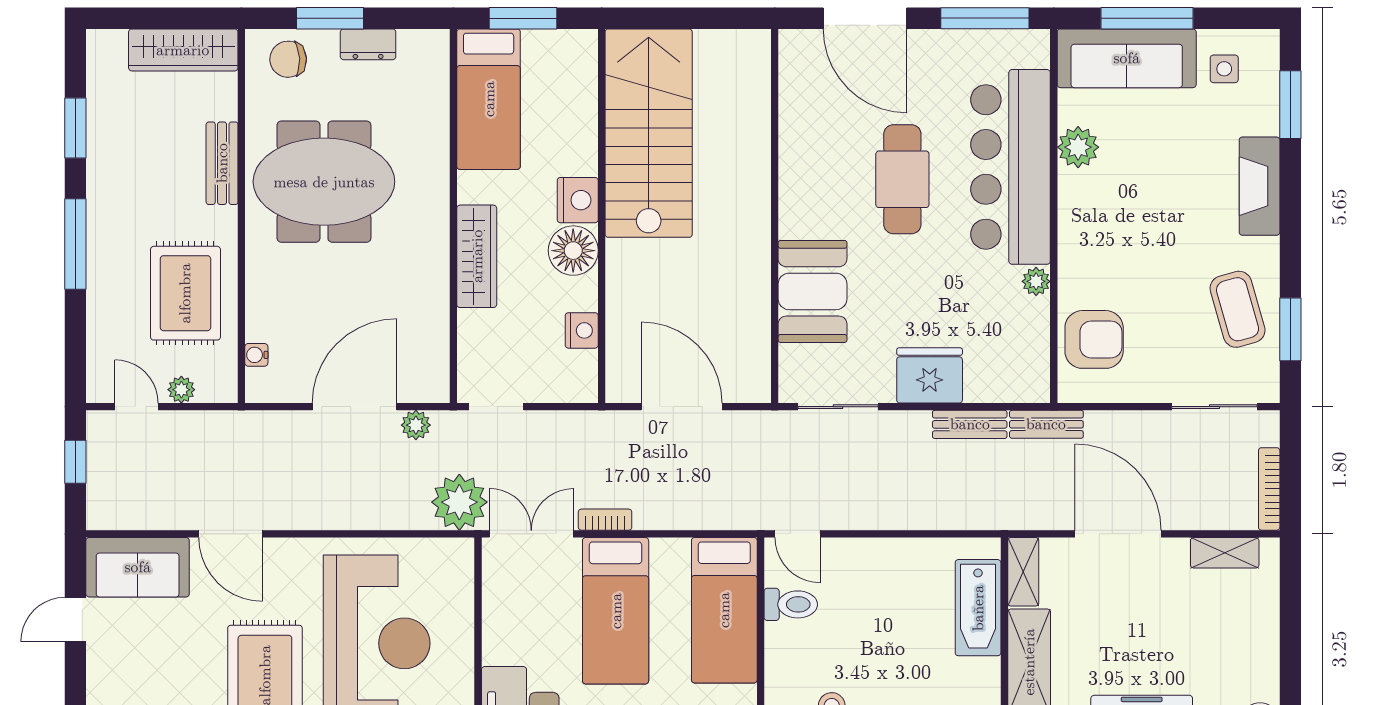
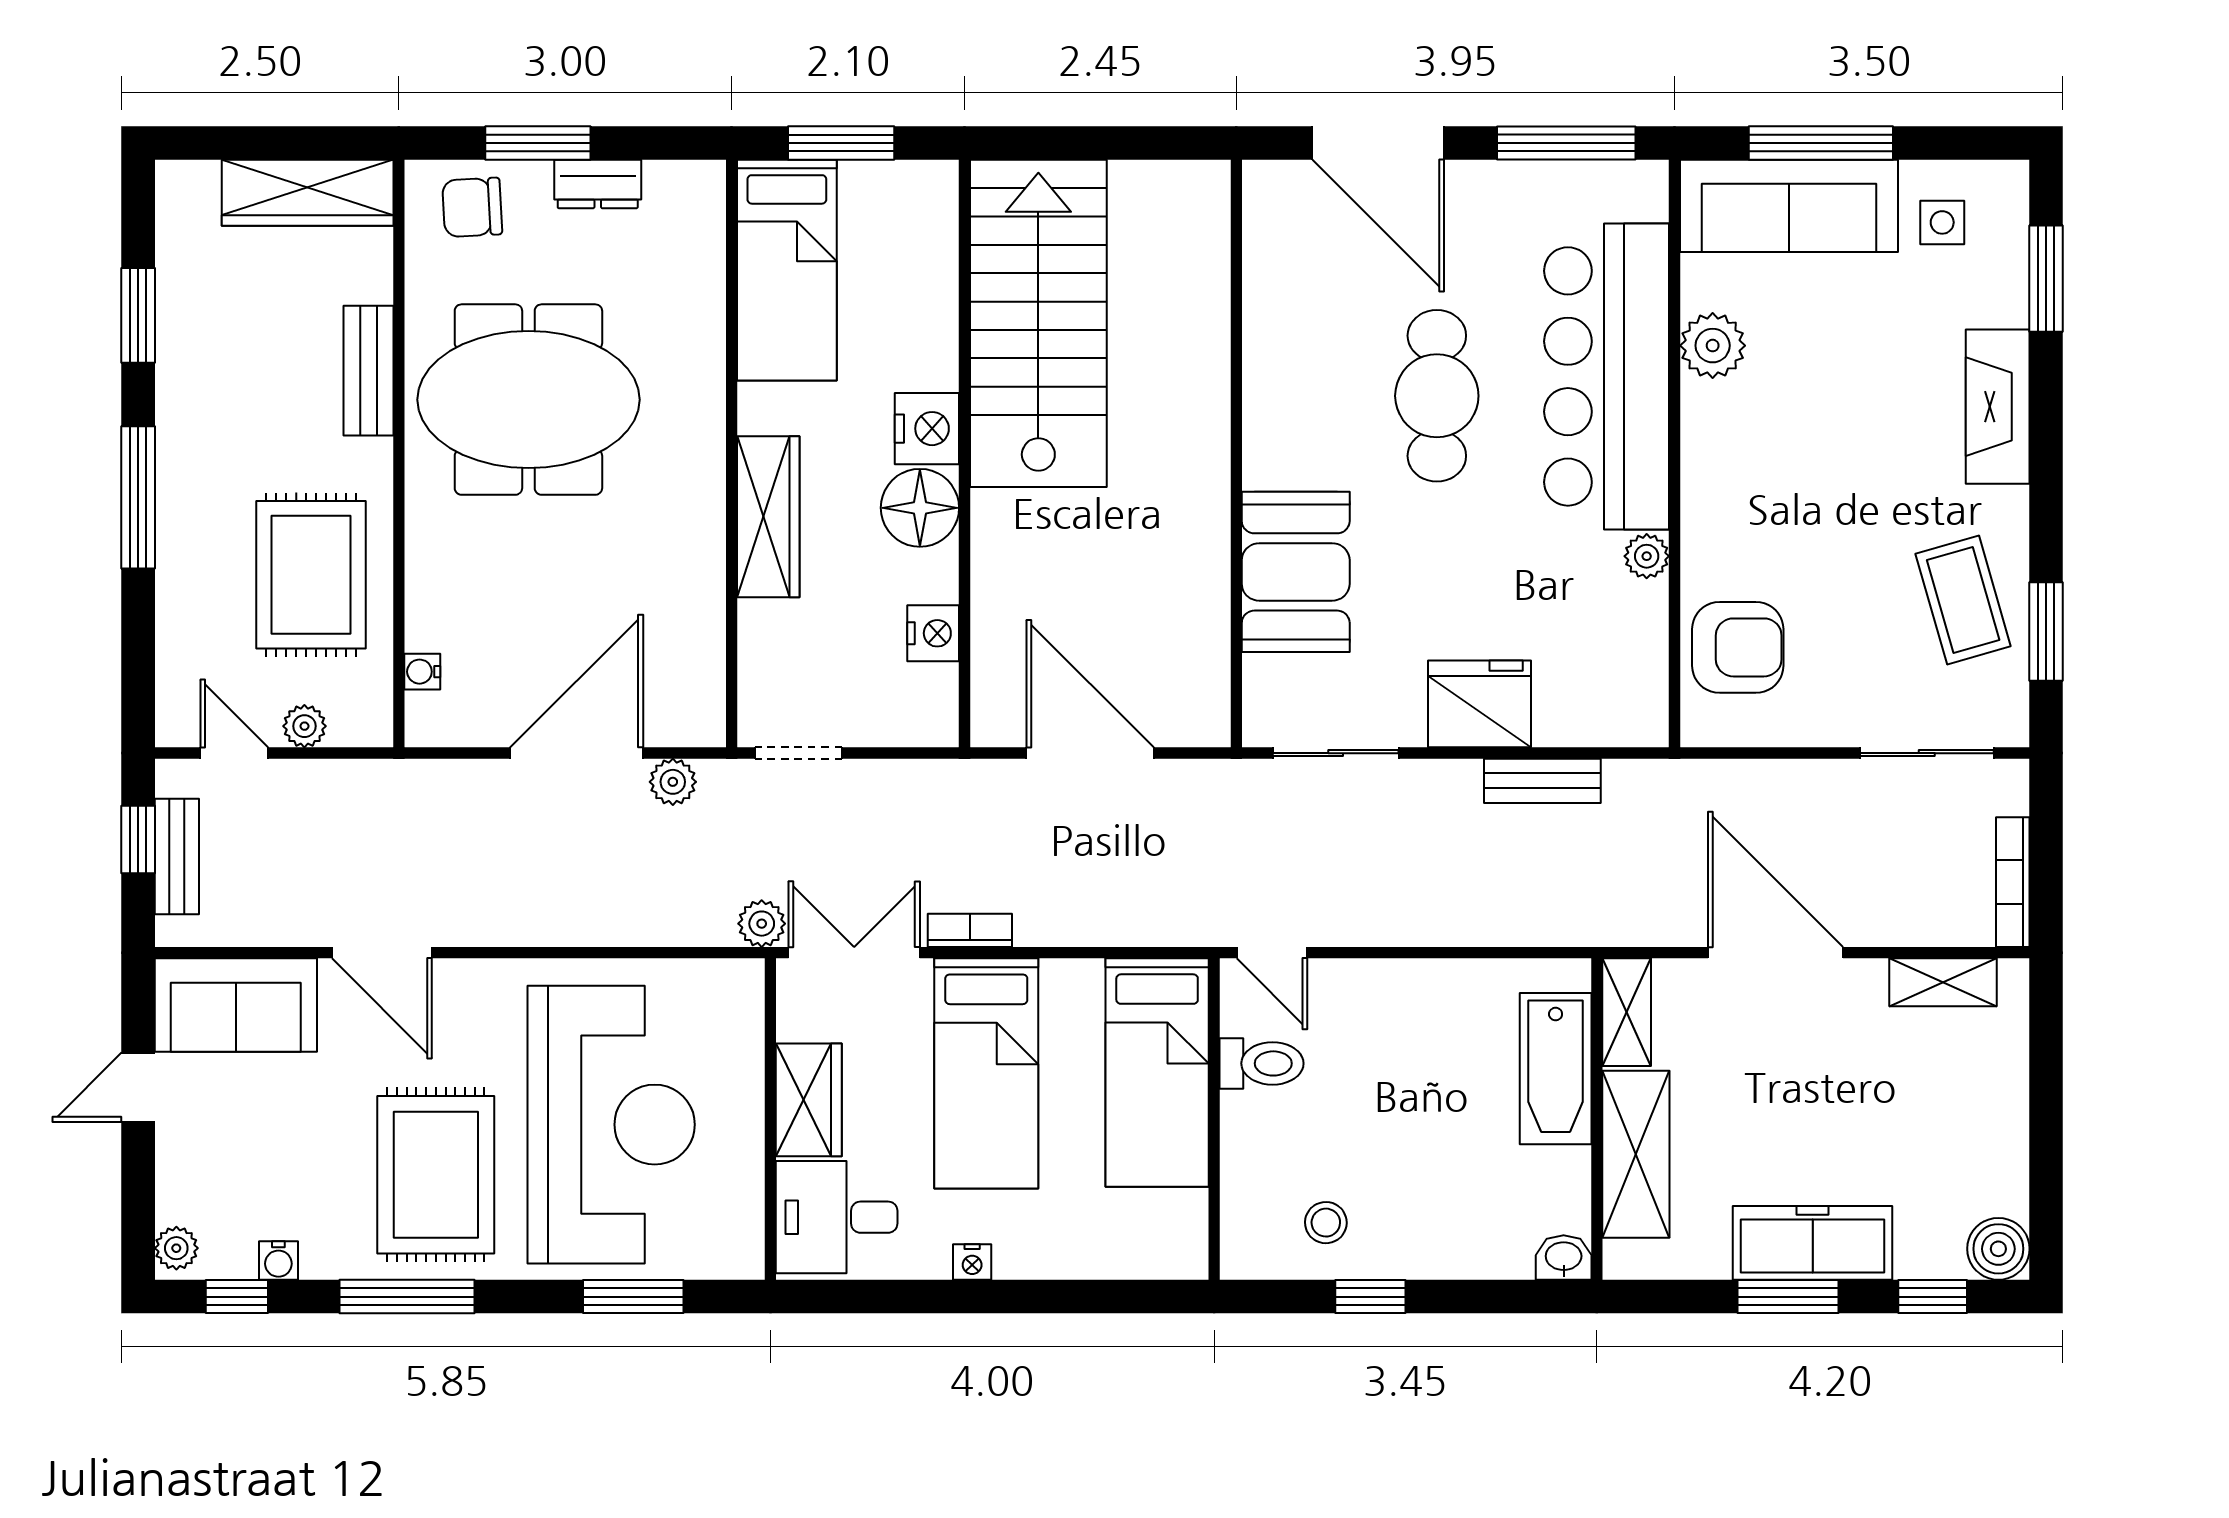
bench: (1046, 424) -> (177, 856), moved, turned 90
plant: (459, 502) -> (762, 924), width x0.53, depth x0.53
wardrobe: (502, 628) -> (809, 1100), added

